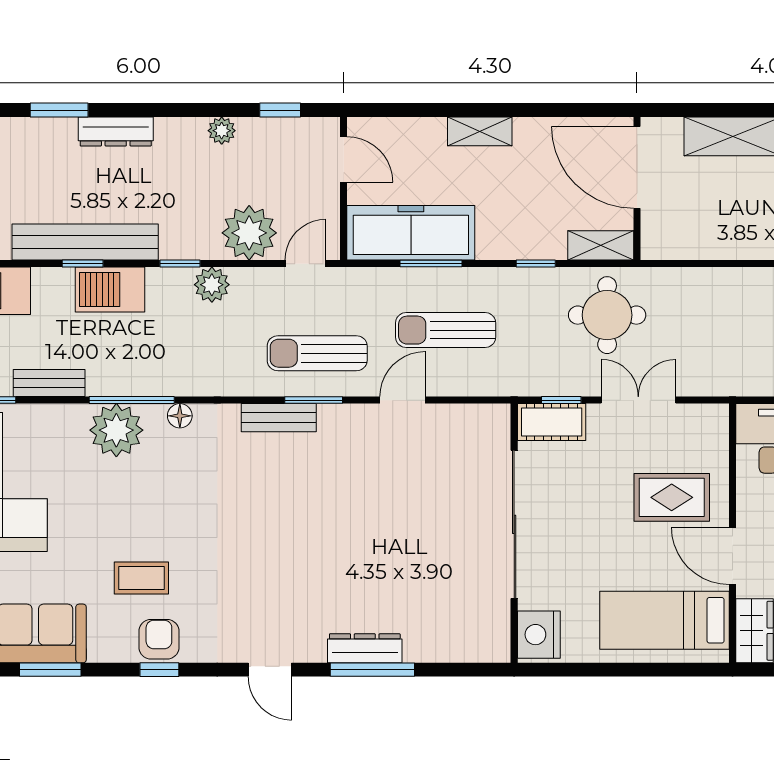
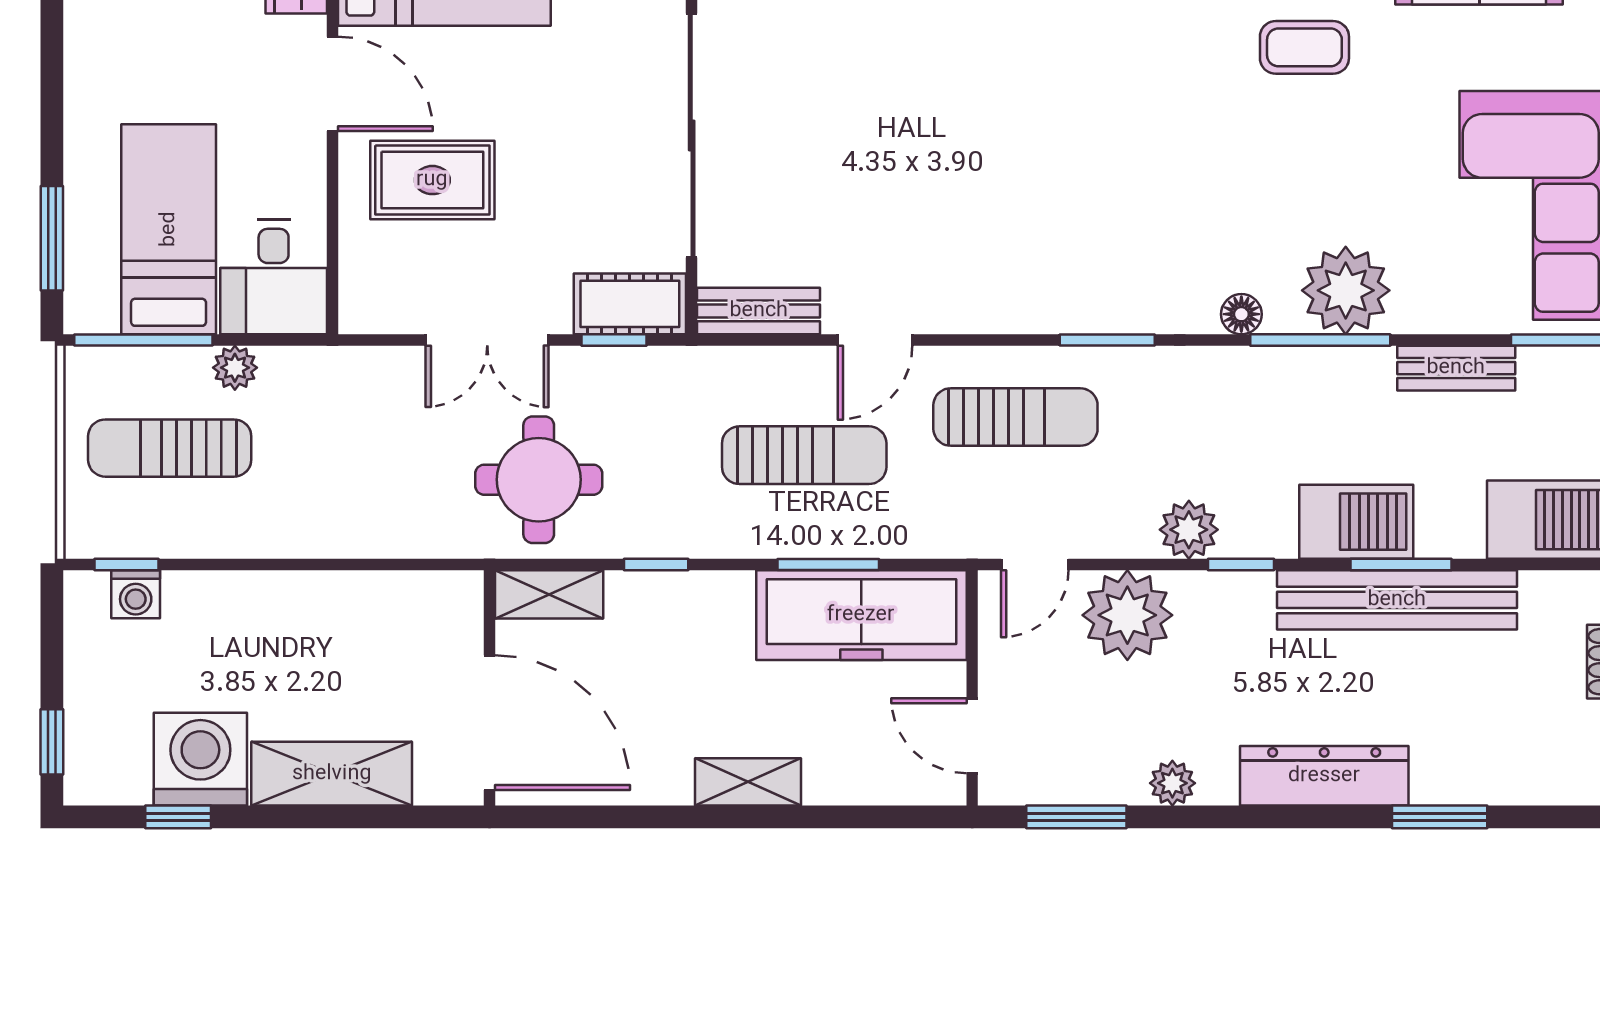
window: (280, 110) -> (1076, 817), width x1.50
dresser: (116, 132) -> (1324, 776), width x1.37, depth x1.24
window: (83, 264) -> (1401, 564), width x1.50
window: (314, 400) -> (1107, 340), moved
bench: (279, 418) -> (759, 311), moved

